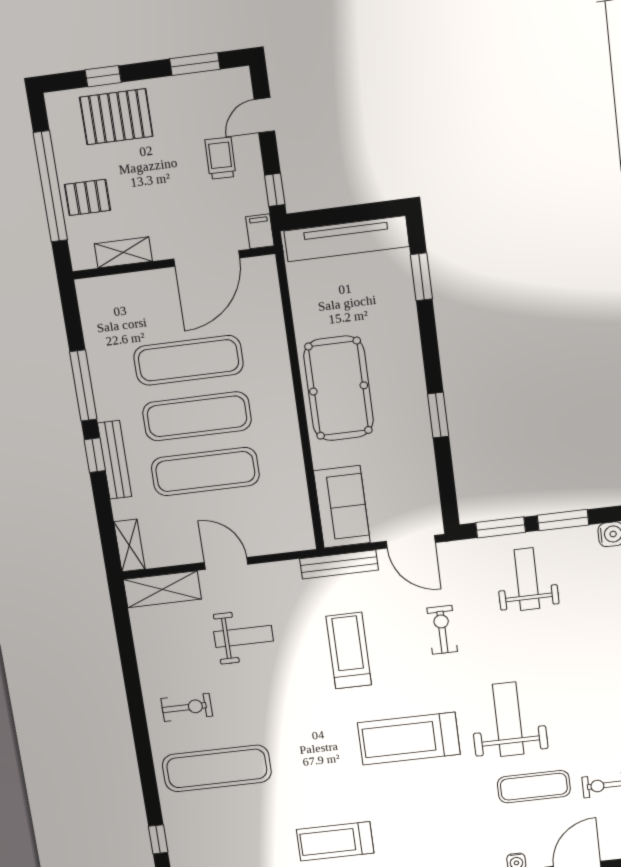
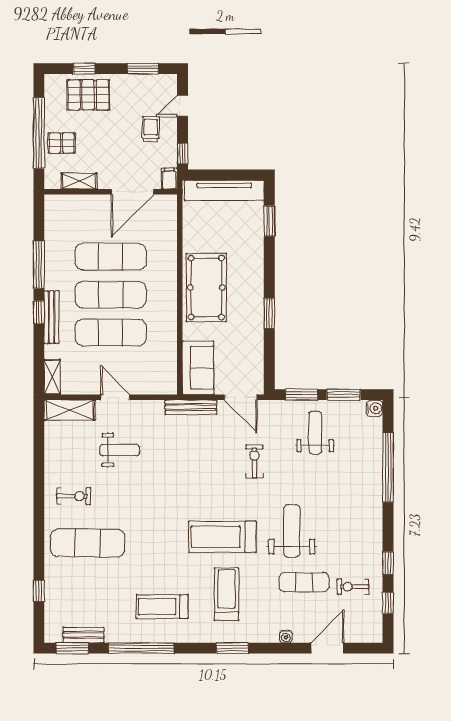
treadmill: (349, 651) -> (226, 594), moved

